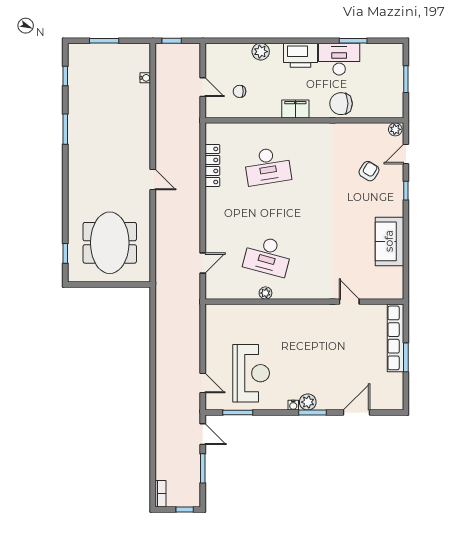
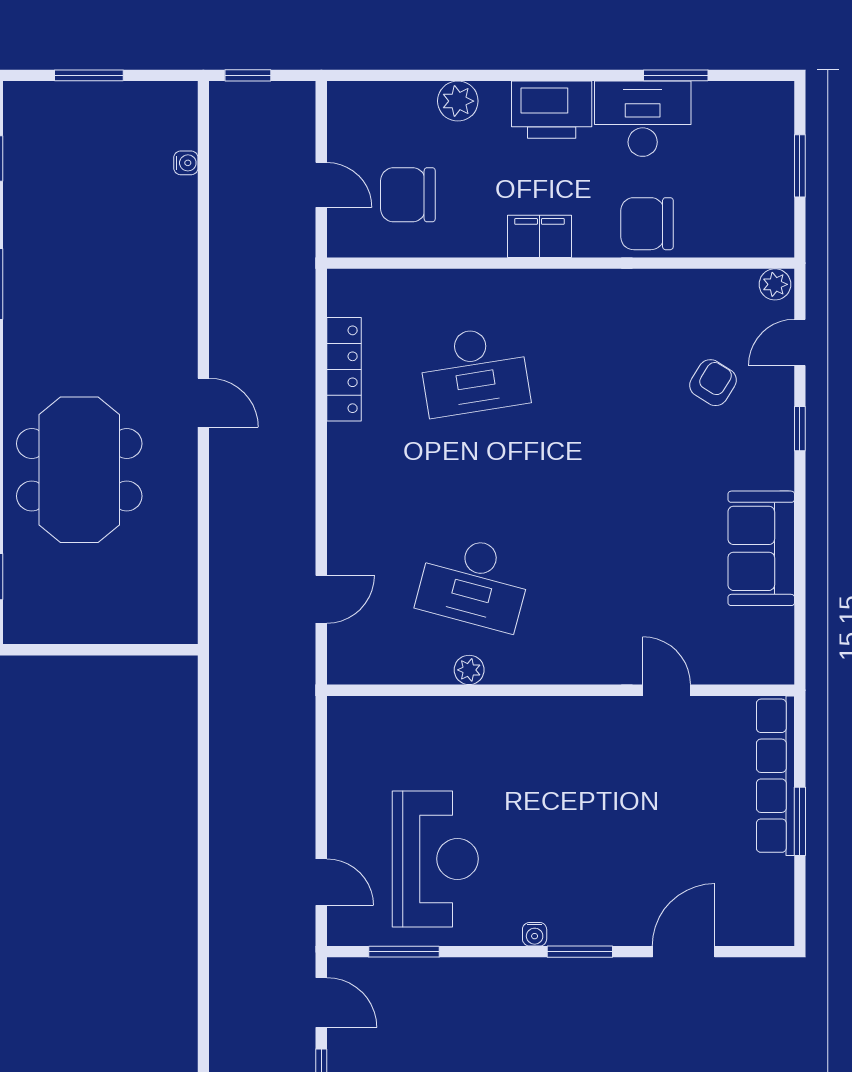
chair: (239, 91) -> (408, 195), width x1.87, depth x1.87
meeting table: (110, 243) -> (79, 470), moved
plant: (308, 402) -> (569, 927), removed

